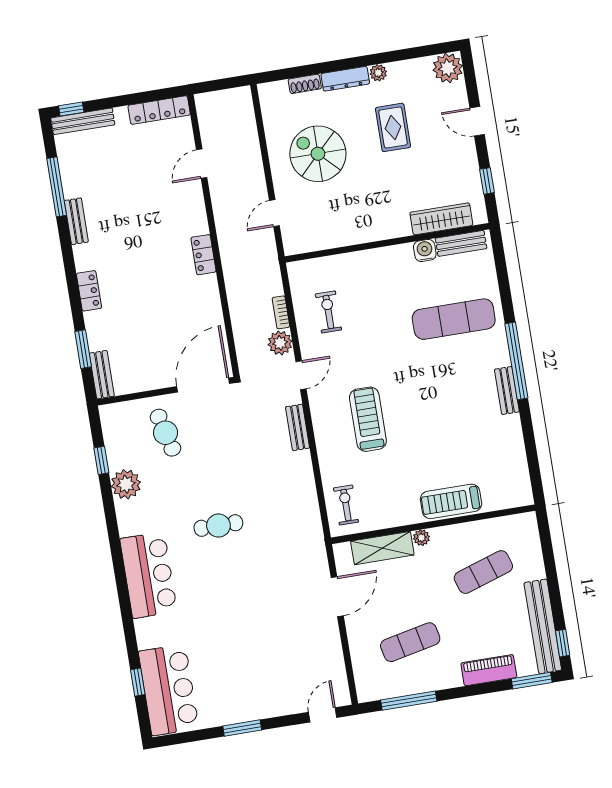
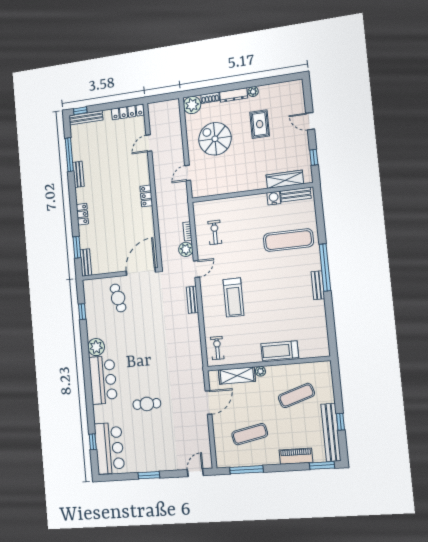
plant: (448, 68) -> (192, 105), moved
treadmill: (368, 419) -> (234, 297), turned 180
plant: (126, 484) -> (96, 347), moved
cafe table: (218, 526) -> (147, 404), moved
window: (563, 643) -> (340, 422), moved

